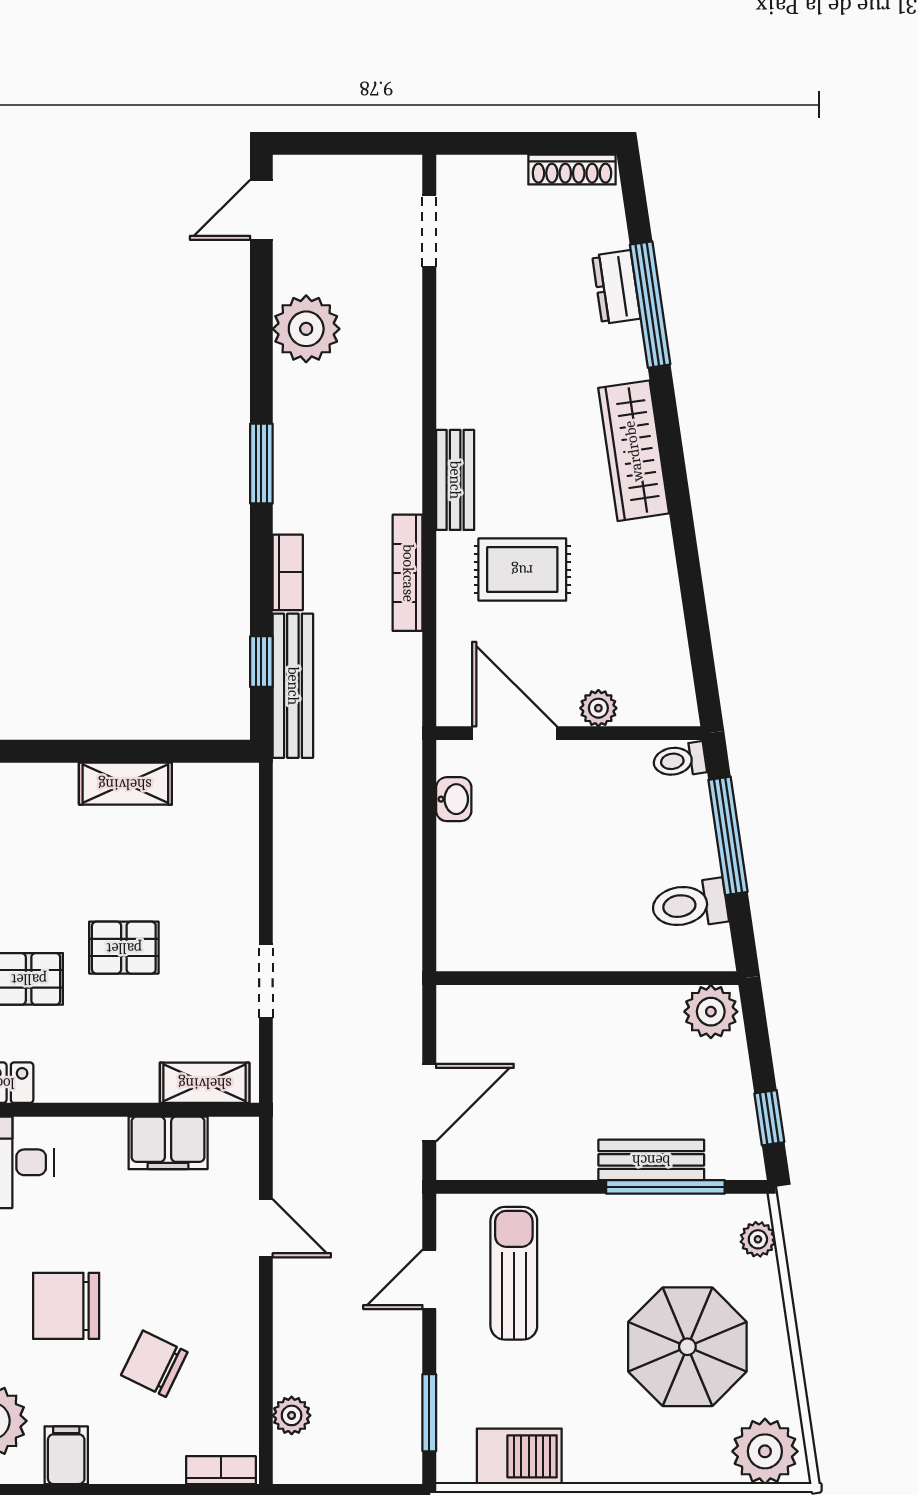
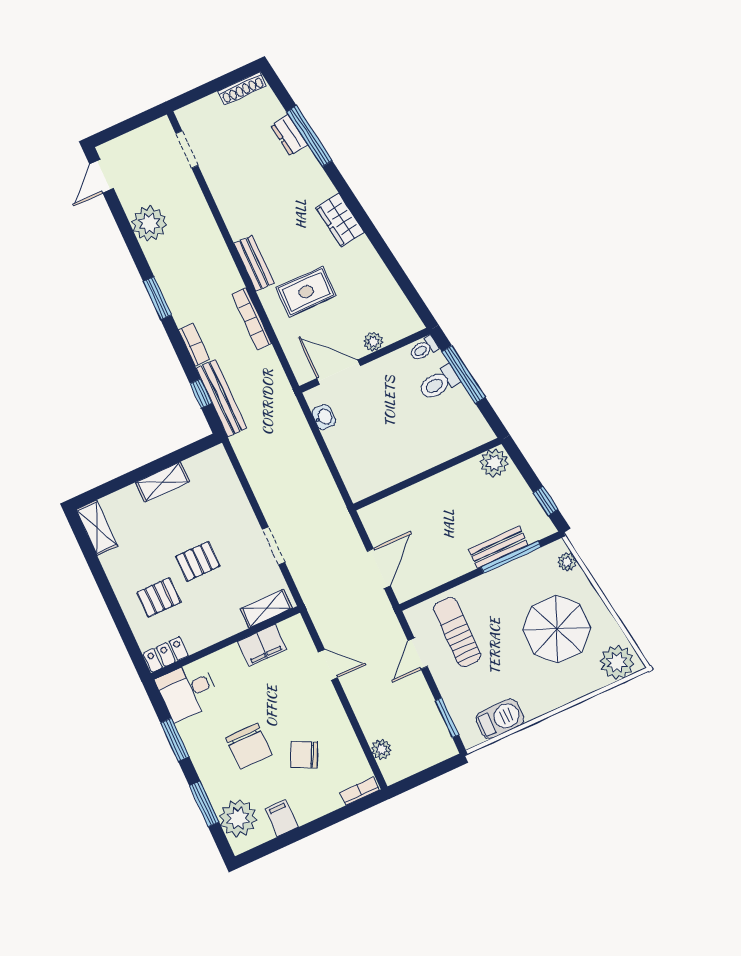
wardrobe: (634, 451) -> (340, 220), width x0.67
toilet: (689, 905) -> (439, 383), moved
chair: (66, 1306) -> (249, 746), turned -90

